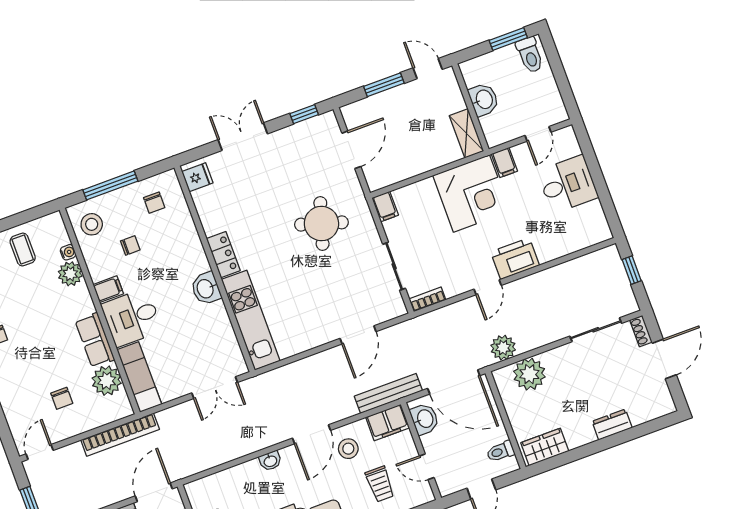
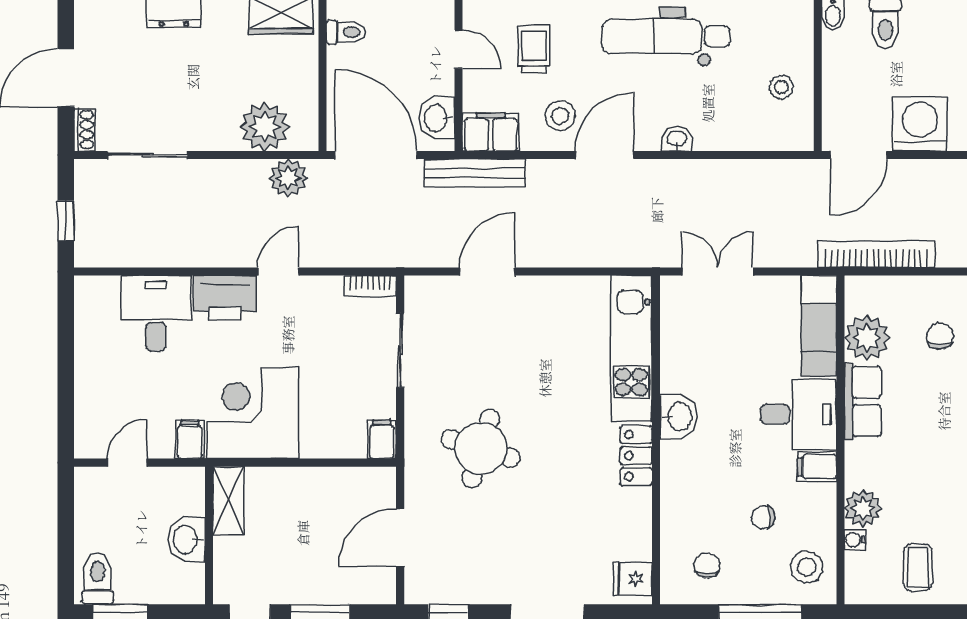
desk: (568, 184) -> (156, 313), moved, turned 90

